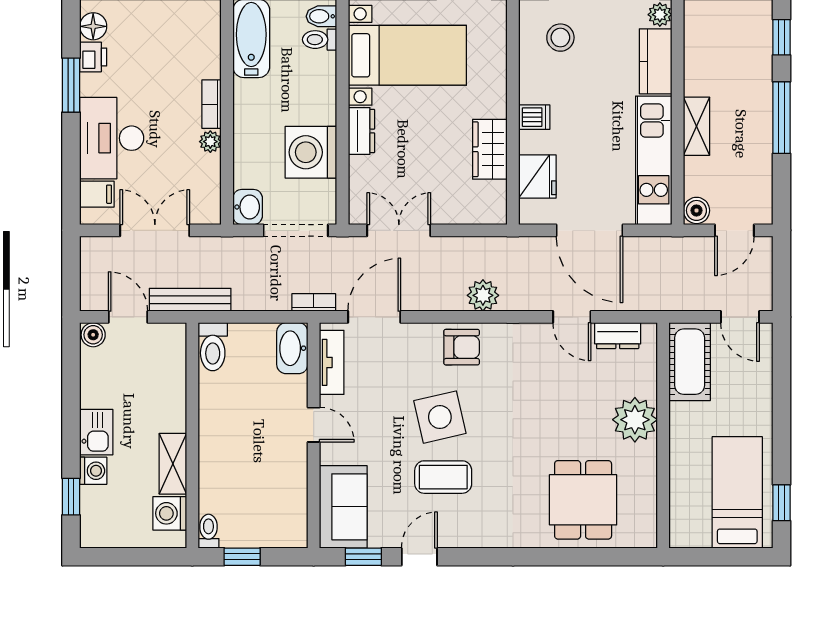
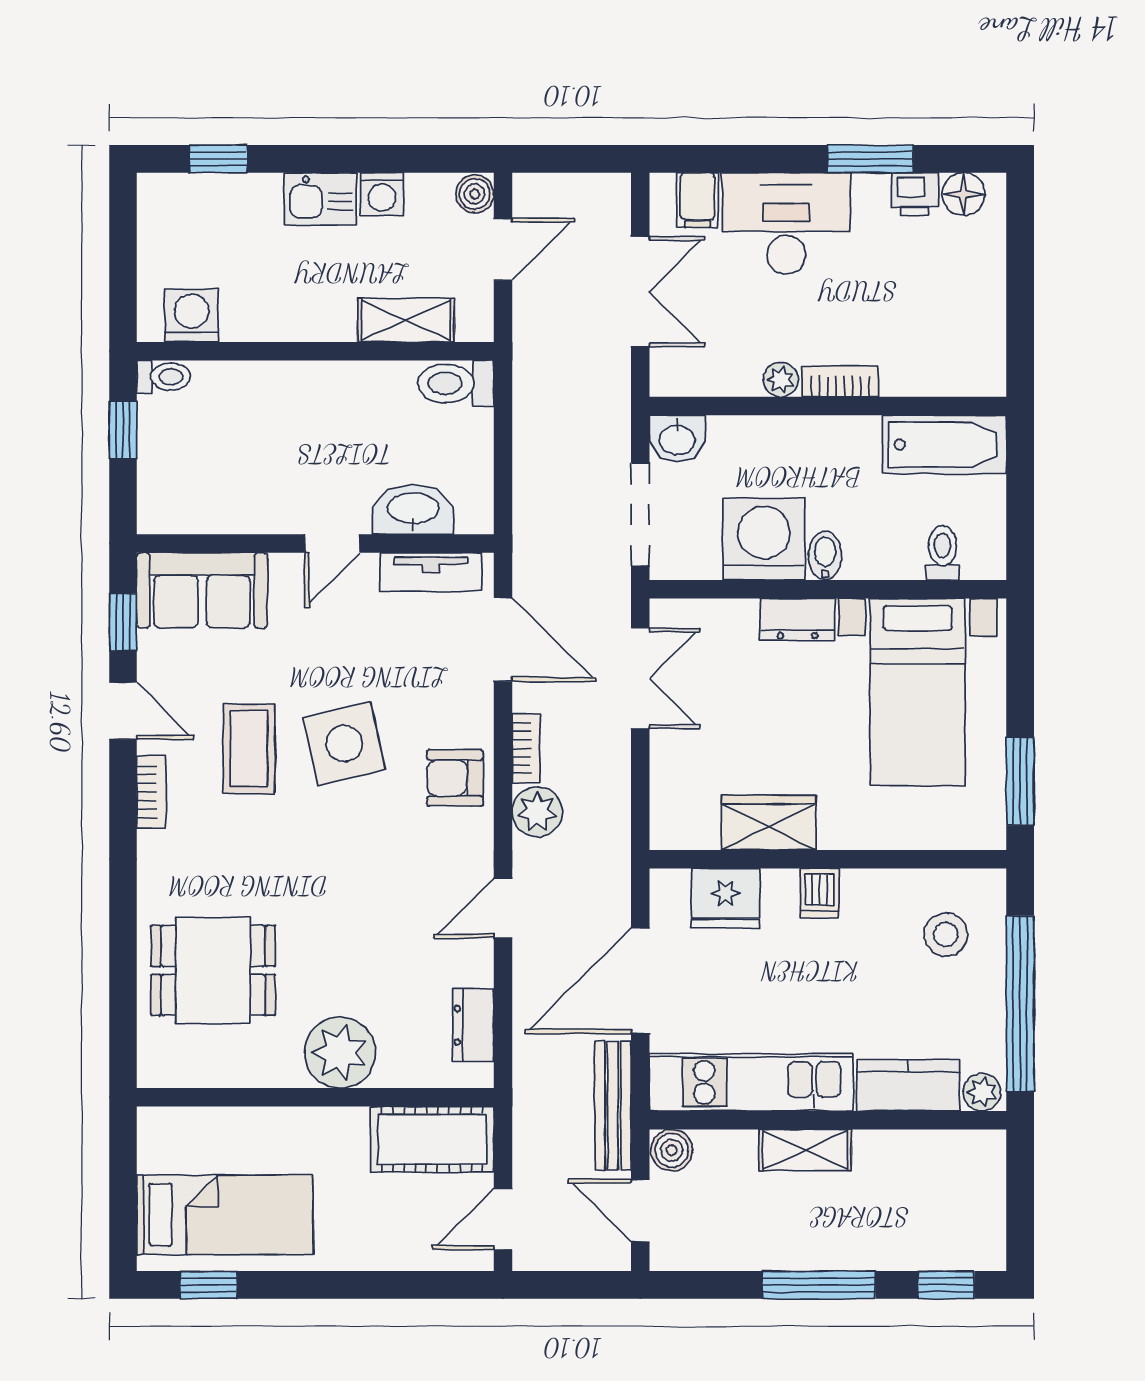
bidet: (321, 16) -> (825, 556), moved
bench: (190, 300) -> (613, 1106), moved
bookcase: (314, 302) -> (526, 748), moved
door: (572, 317) -> (503, 908), moved
armchair: (462, 347) -> (455, 778), turned 90
washbasin: (292, 348) -> (413, 510), moved
shelving: (173, 464) -> (406, 320), moved
washing machine: (93, 471) -> (382, 194), moved
bookcase: (471, 539) -> (151, 792), added

